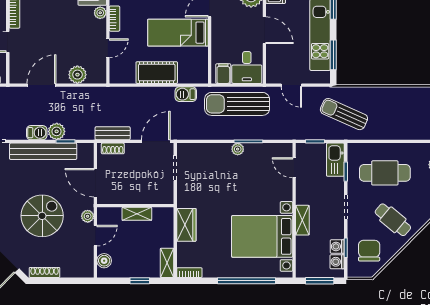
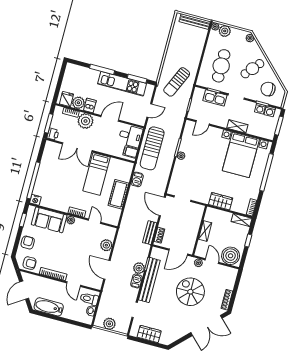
kitchen sink: (335, 160) -> (215, 98), moved
boiler: (104, 261) -> (231, 256), width x1.86, depth x1.86

